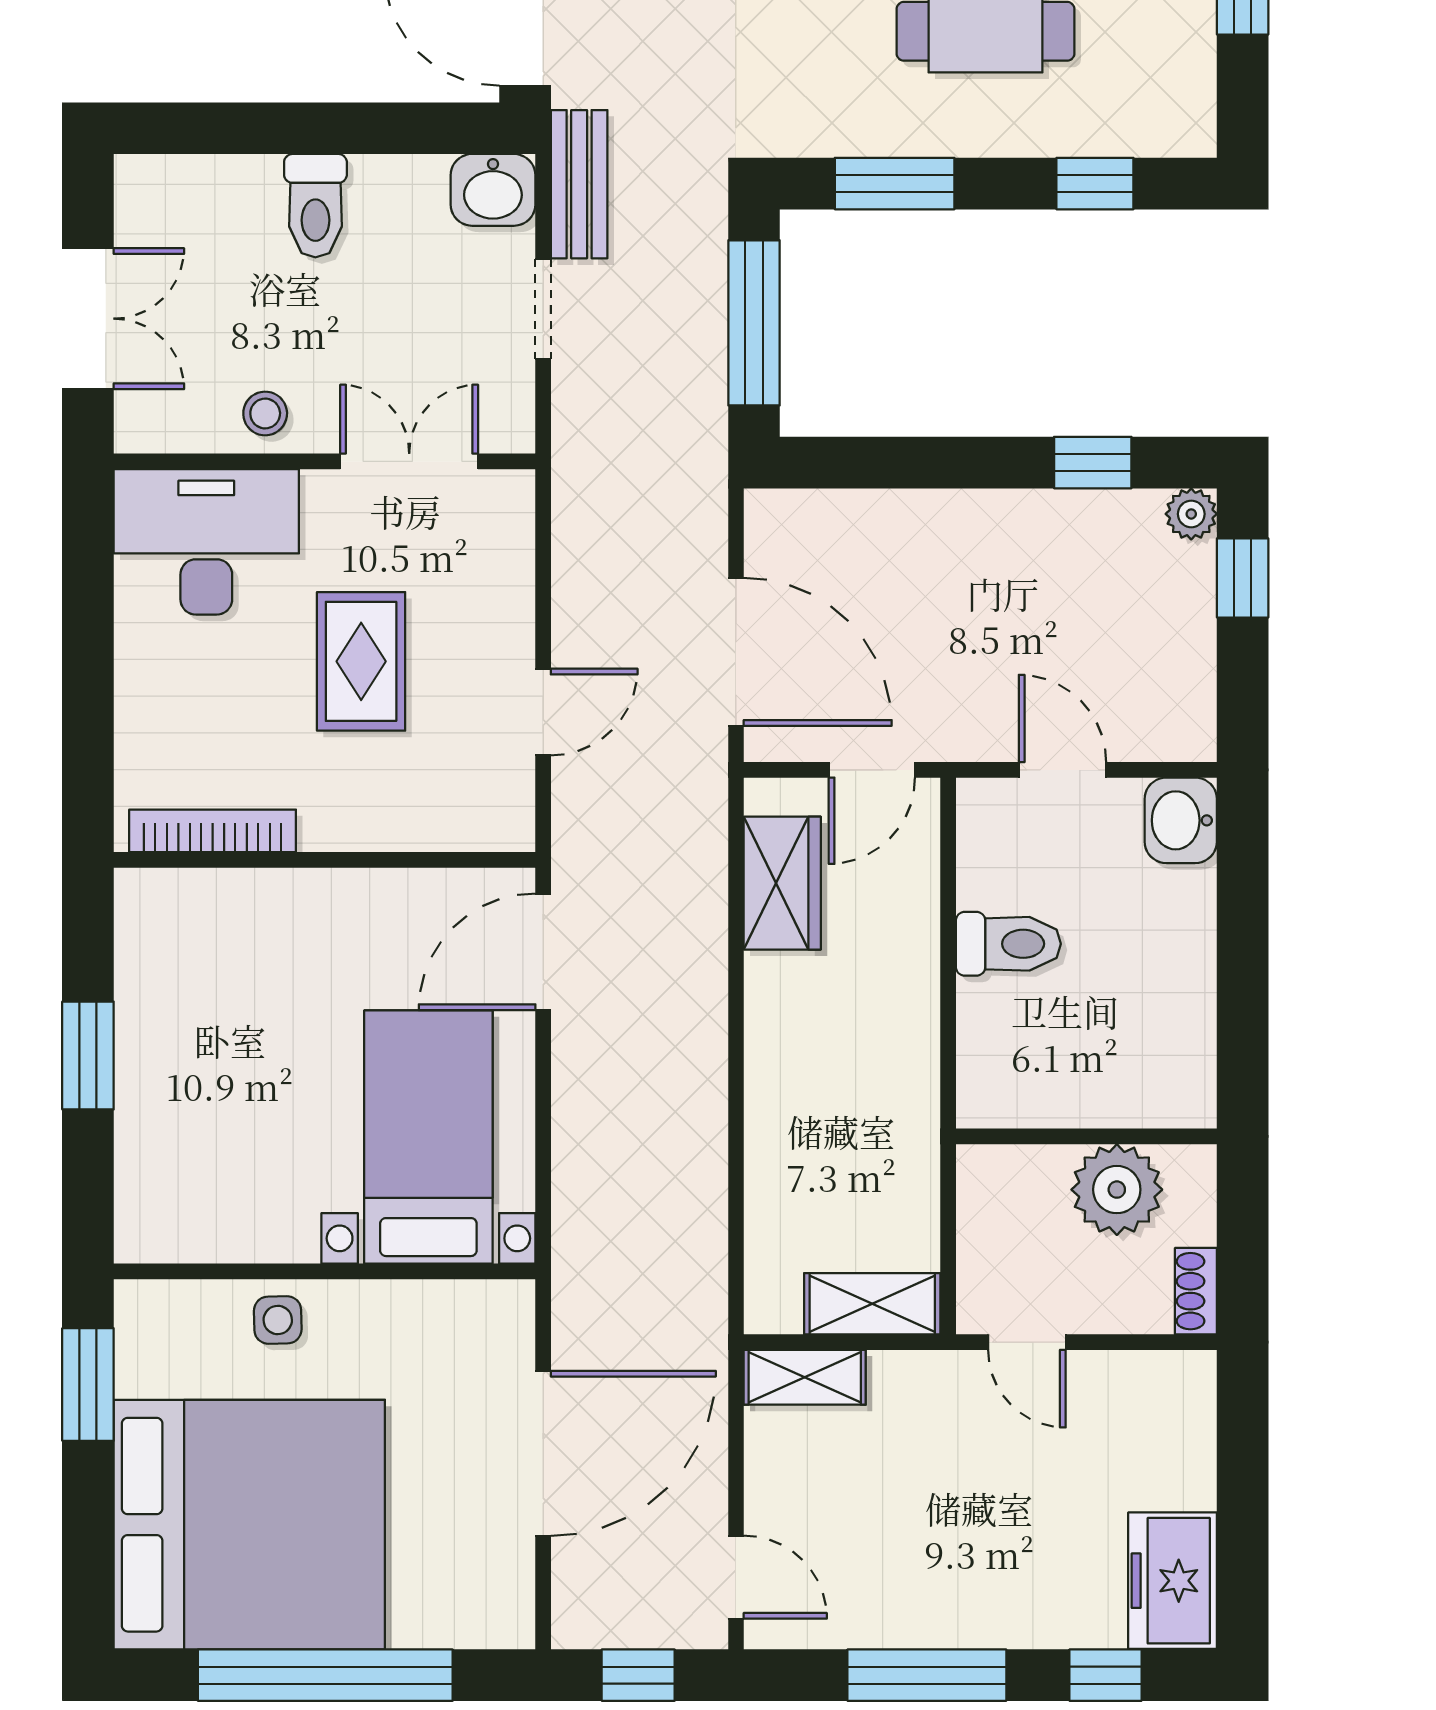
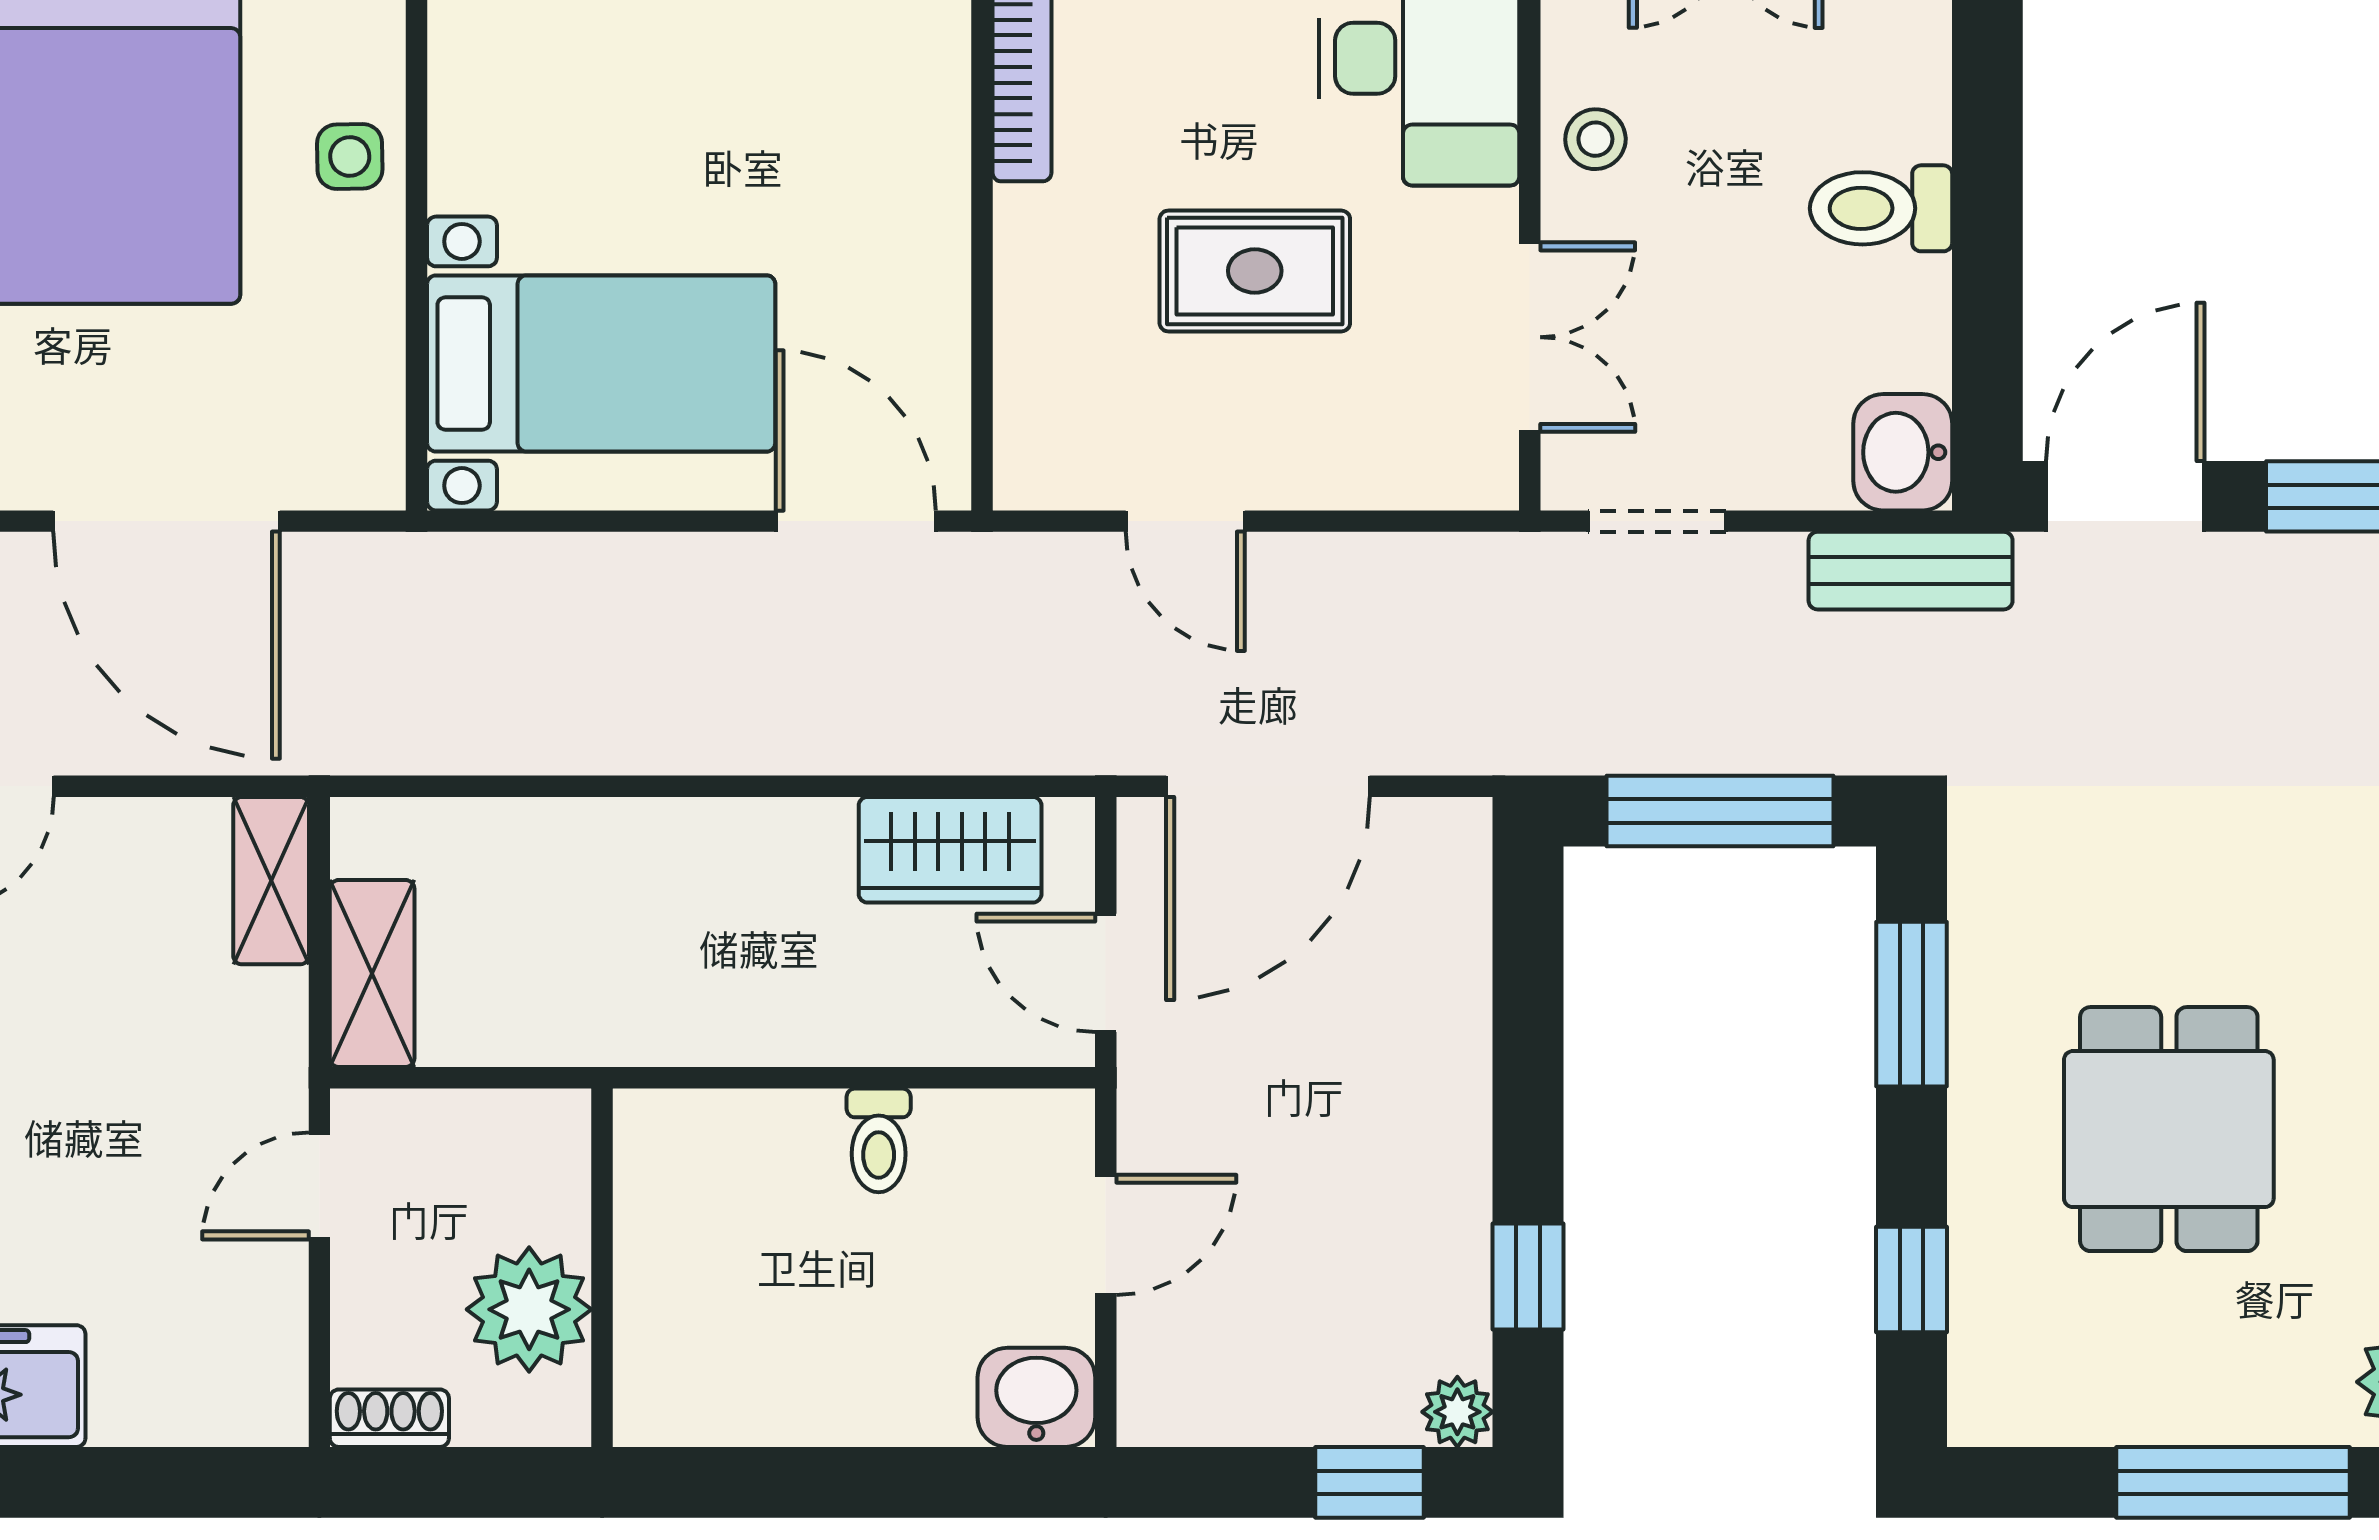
doorway: (543, 309) -> (1657, 521), moved
toilet: (1008, 944) -> (879, 1140), width x0.73, depth x0.72

